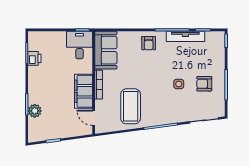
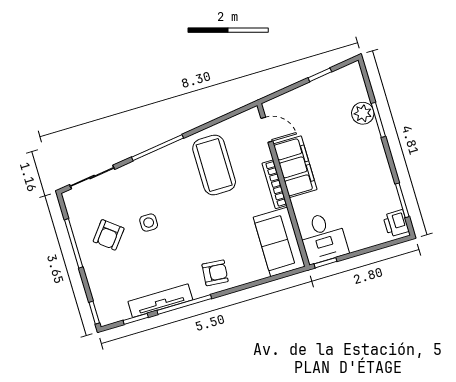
armchair: (149, 43) -> (215, 273), turned 95
printer: (34, 58) -> (396, 223), moved
armchair: (204, 84) -> (109, 235), turned 128

